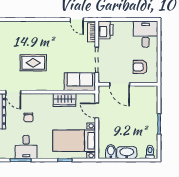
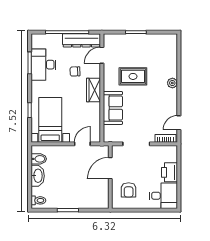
plant: (39, 26) -> (172, 83), added
printer: (106, 30) -> (169, 172), moved, turned 90
rug: (33, 63) -> (133, 76), turned 90
armchair: (140, 67) -> (129, 190), turned 180
sofa: (80, 82) -> (113, 108), moved
wardrobe: (65, 100) -> (94, 90), moved
desk: (26, 147) -> (44, 65), width x1.37

